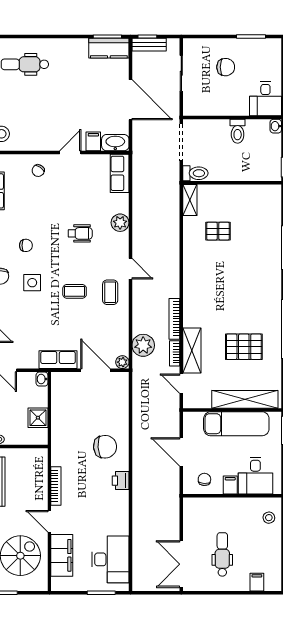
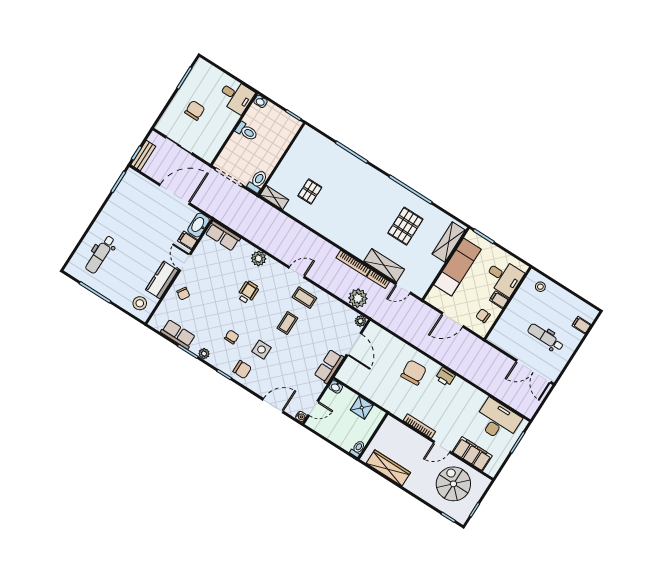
kitchen counter: (109, 48) -> (162, 280), moved, turned 180
door: (95, 370) -> (354, 344), swing flipped
shelving: (245, 399) -> (449, 242), width x0.68

